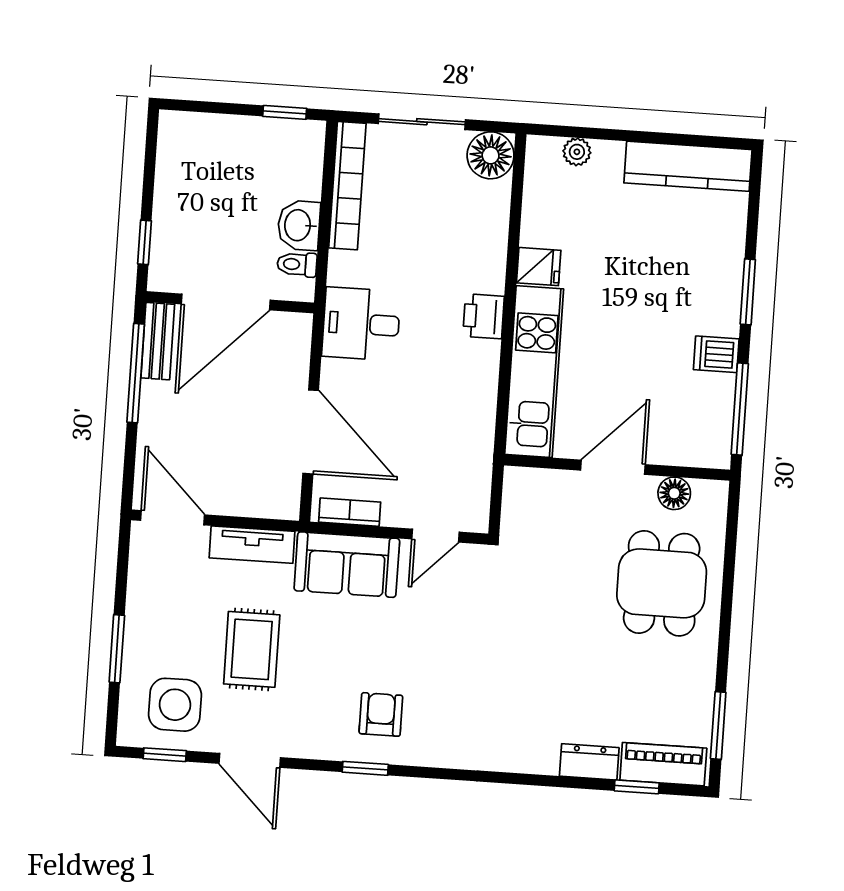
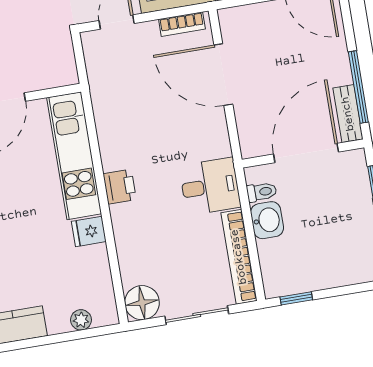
desk: (361, 324) -> (210, 186), moved

